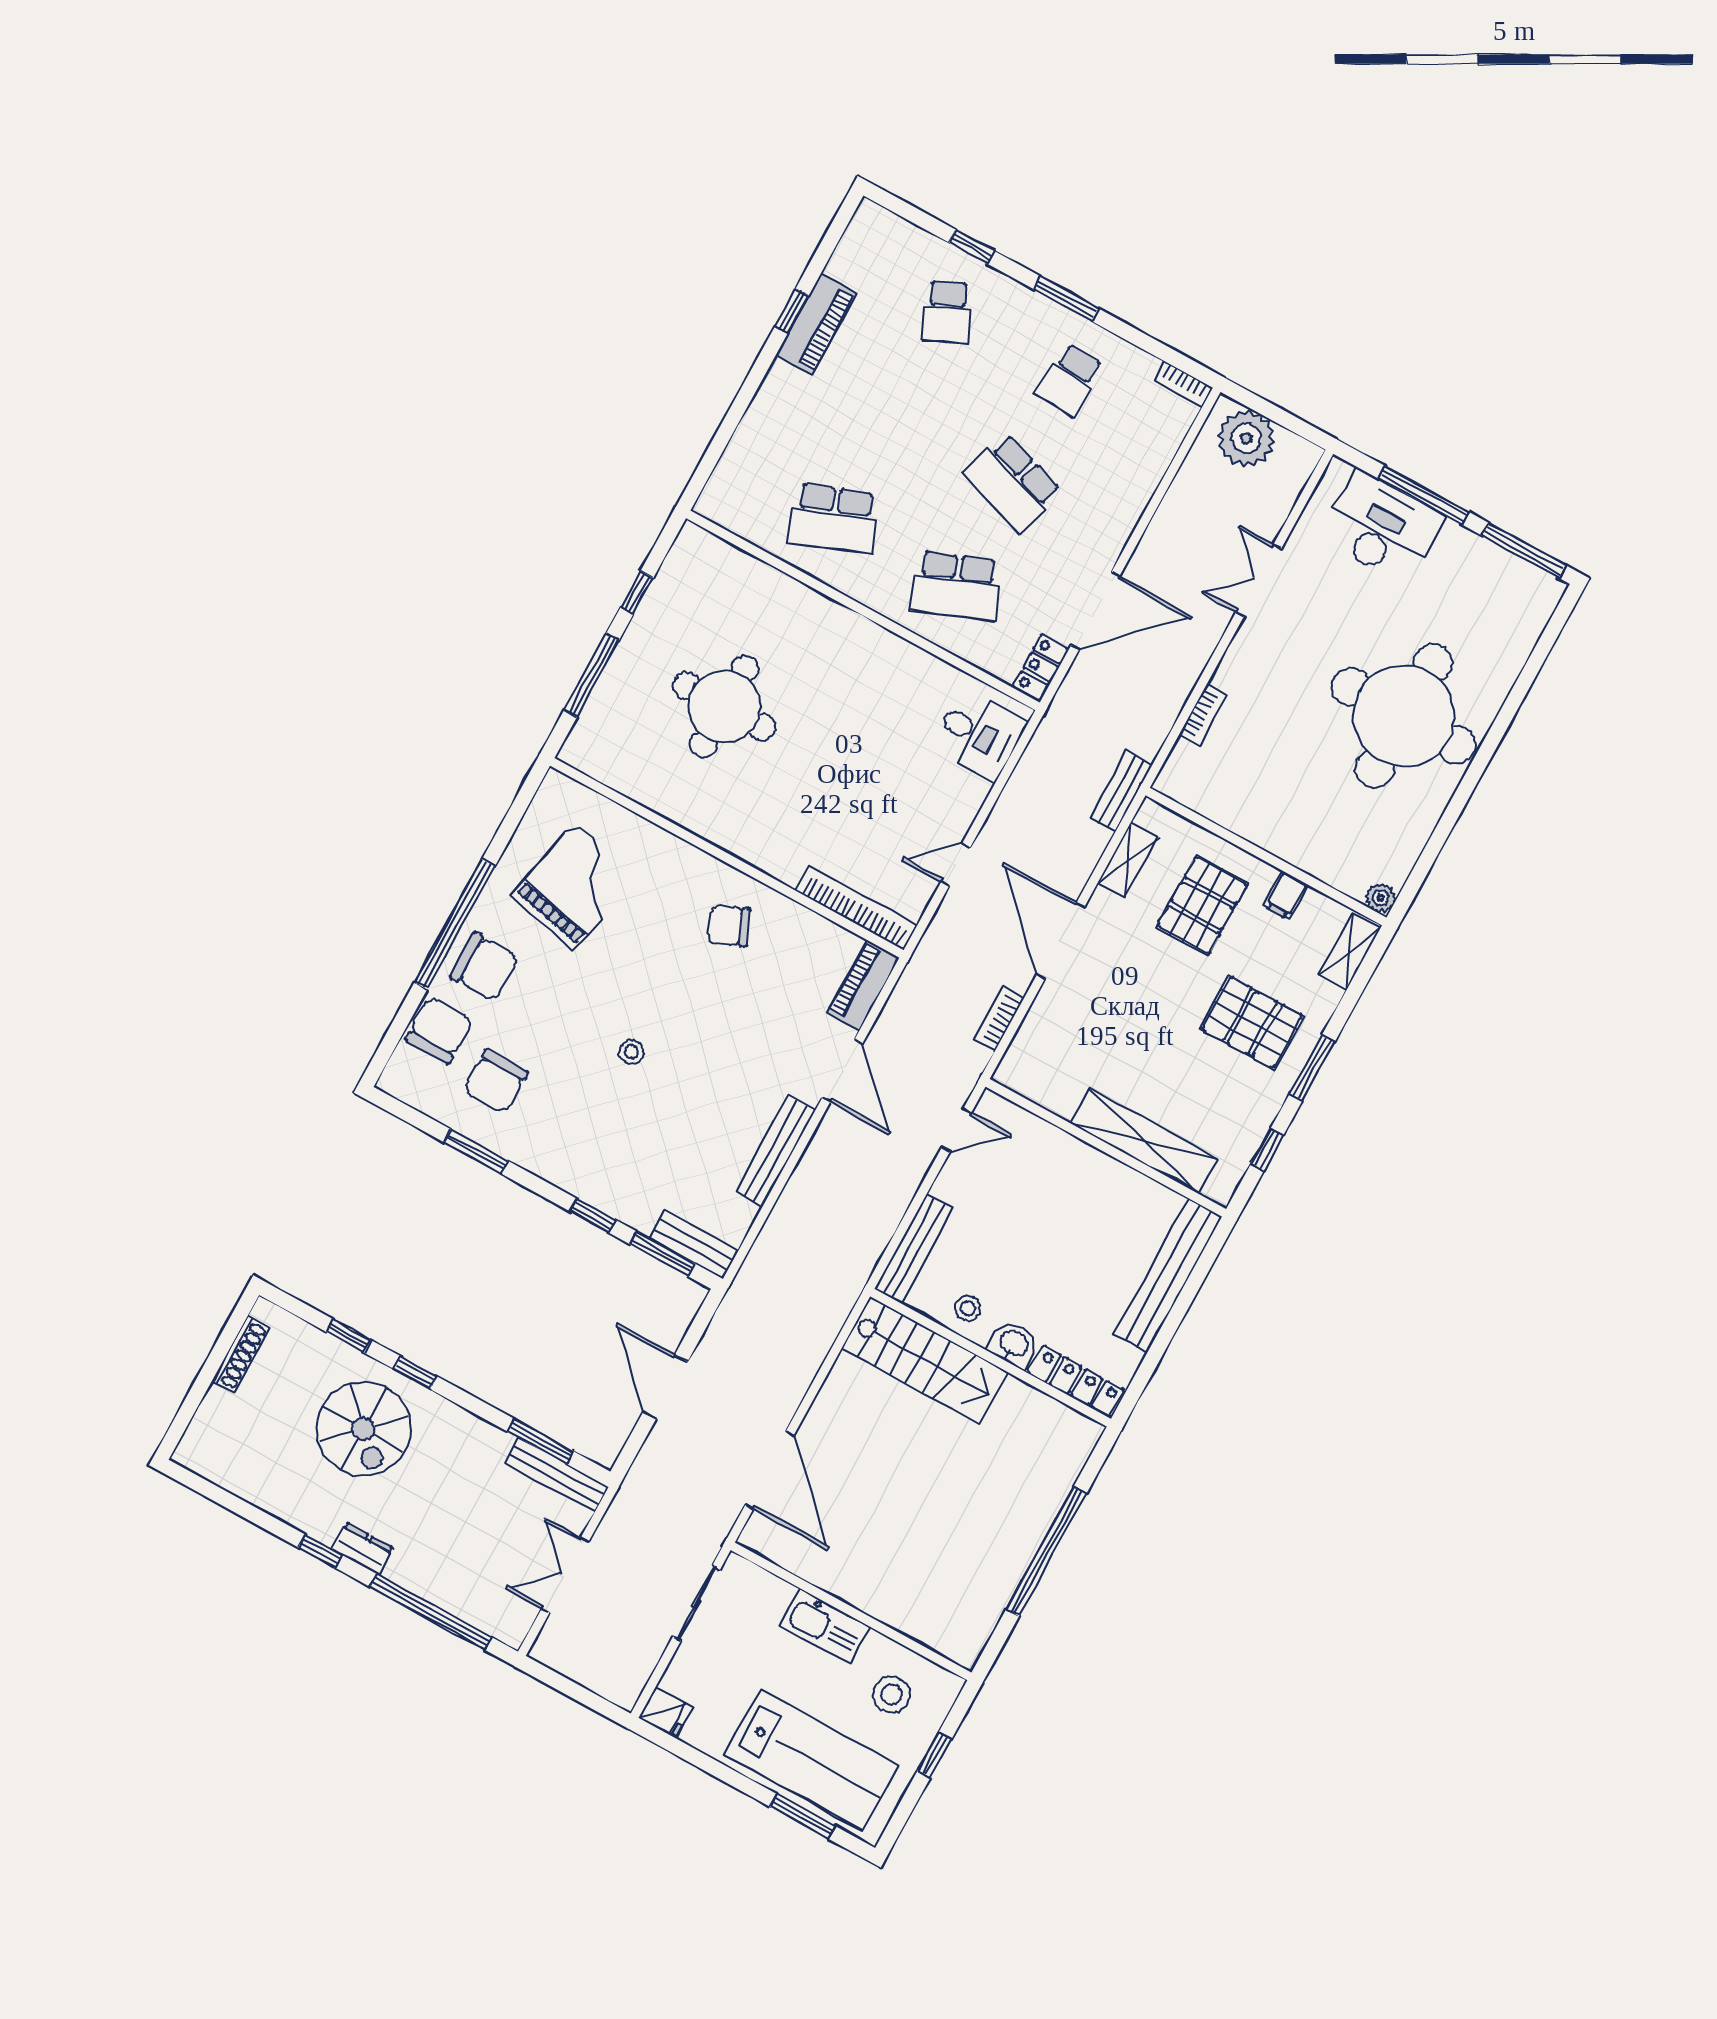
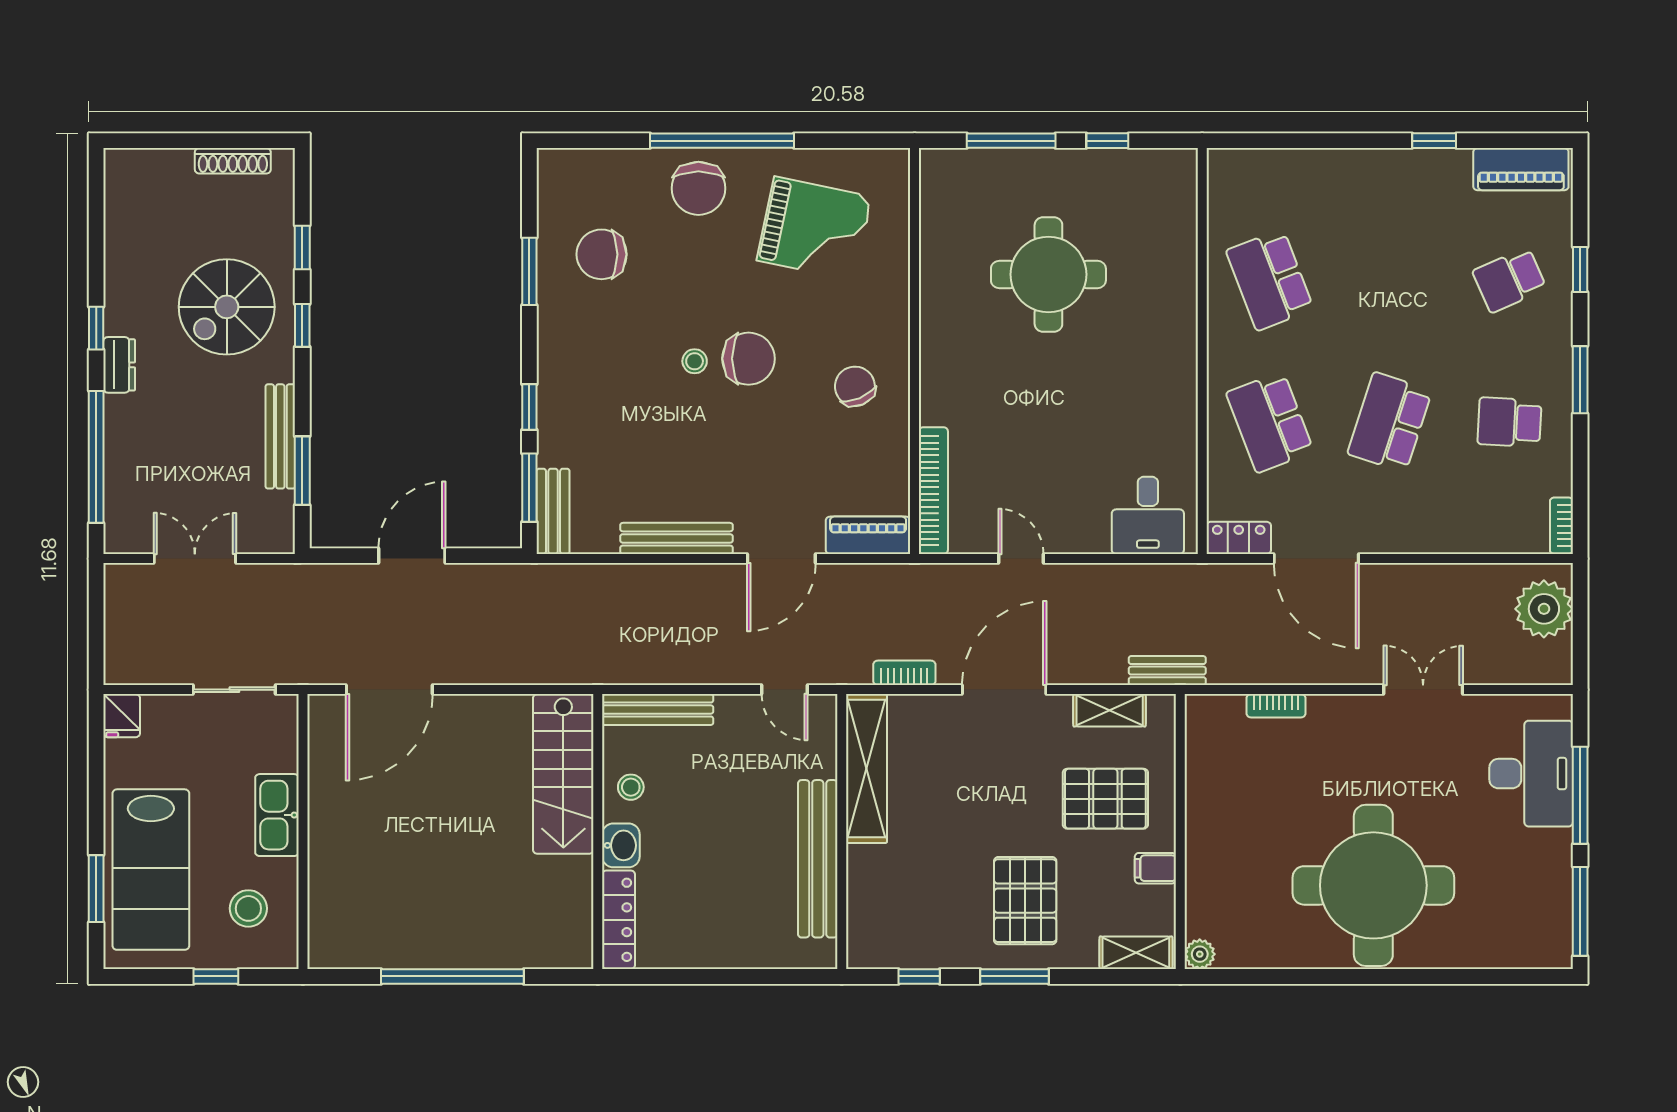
piano: (816, 324) -> (1521, 169), moved
chair: (439, 1030) -> (749, 359), moved
shelving: (1144, 1141) -> (866, 769), moved
bench: (1168, 1275) -> (818, 859), moved, turned 90
bench: (557, 1475) -> (280, 436), moved

